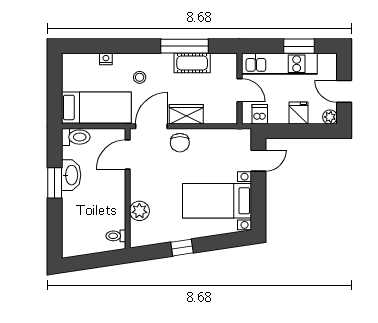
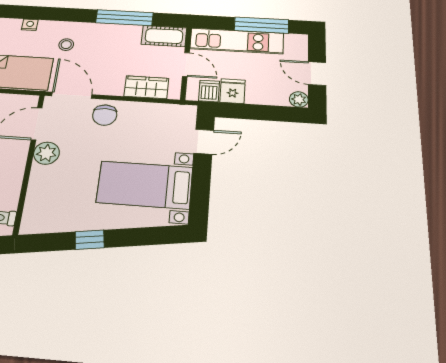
window: (299, 46) -> (262, 25), width x1.44
cot: (192, 63) -> (164, 36), moved
fridge: (298, 113) -> (233, 91), moved
wardrobe: (186, 114) -> (146, 87), moved
door: (151, 126) -> (72, 95), hinge flipped
plant: (139, 211) -> (46, 153), moved

